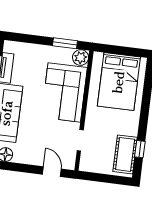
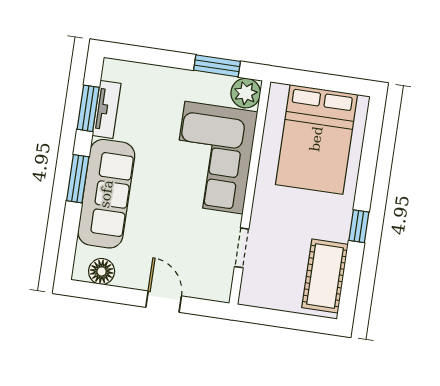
window: (140, 149) -> (359, 226), moved
door: (52, 172) -> (164, 302), moved

